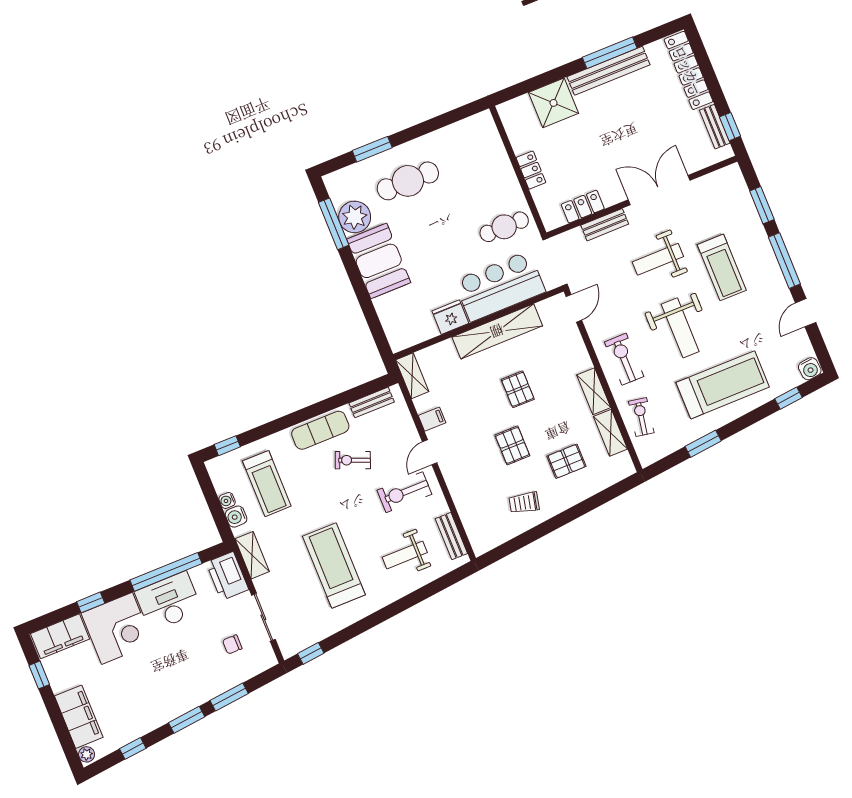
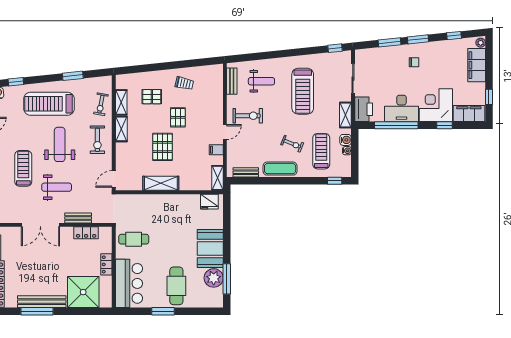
shower: (554, 103) -> (83, 292), width x1.37, depth x1.37
window: (372, 149) -> (163, 311), moved
cafe table: (408, 181) -> (176, 286), turned 90
bar counter: (500, 286) -> (129, 283), moved, turned -90
fridge: (450, 317) -> (209, 202), moved
shelving: (497, 331) -> (161, 183), width x0.68
pallet: (518, 389) -> (163, 147), width x1.50, depth x1.42
exercise bike: (353, 460) -> (292, 144), moved
chair: (232, 644) -> (414, 62), moved

